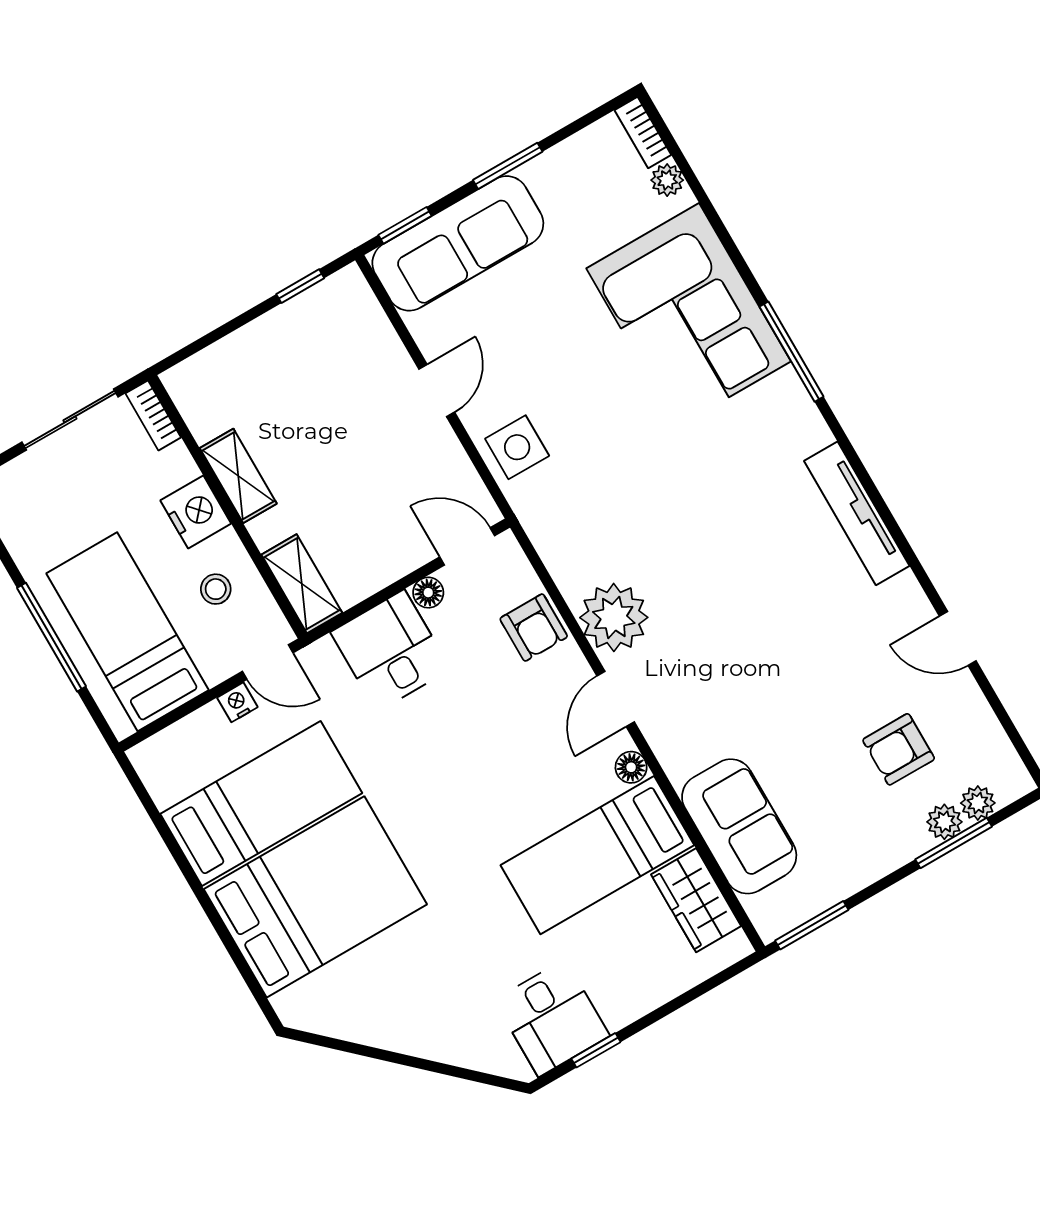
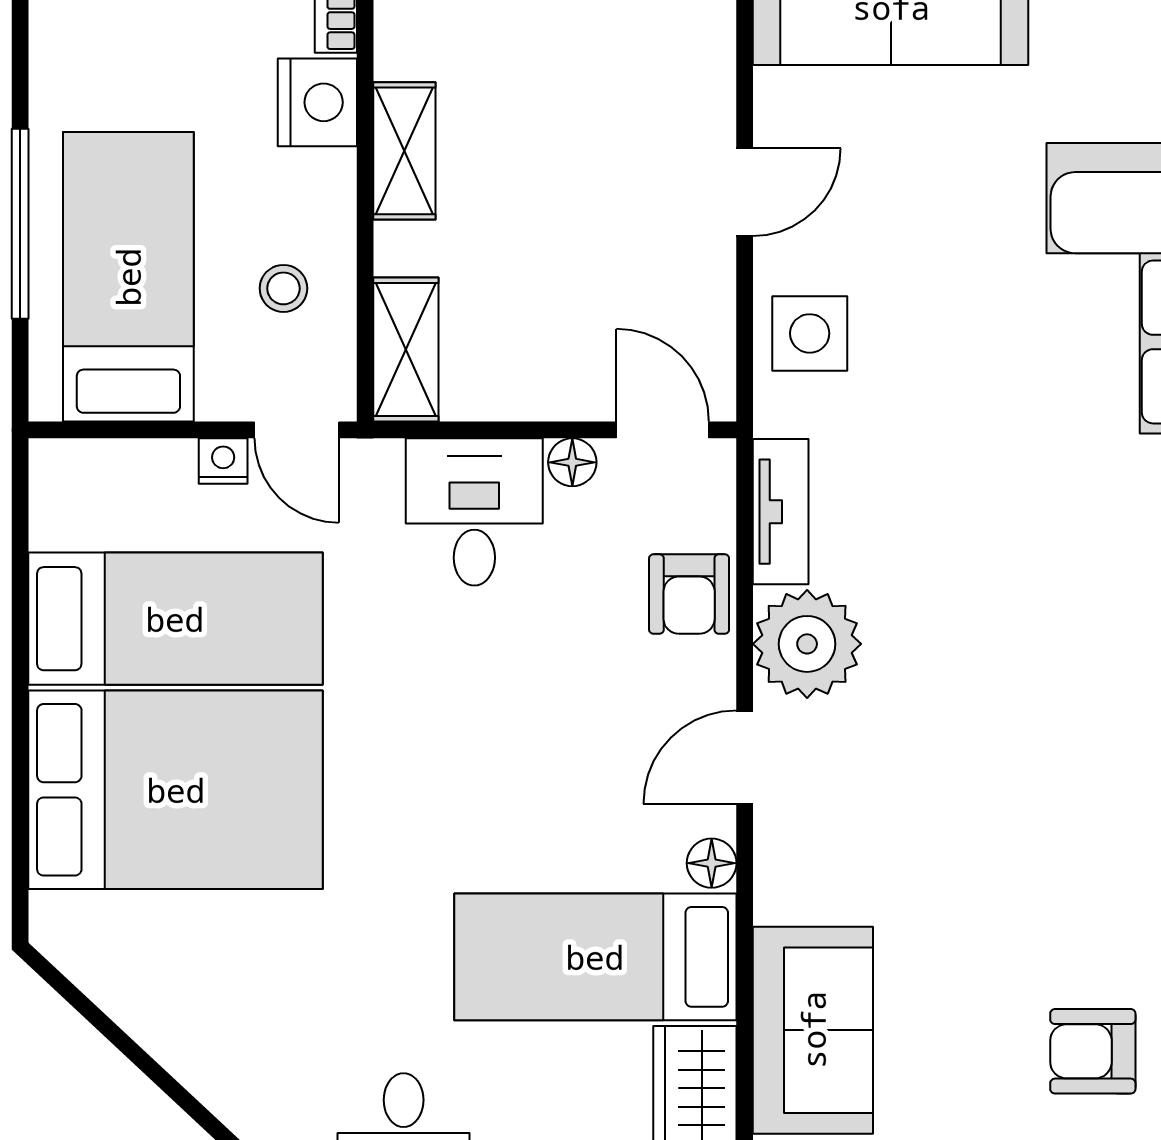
nightstand: (196, 512) -> (317, 102), moved
tv unit: (558, 554) -> (781, 512), added

